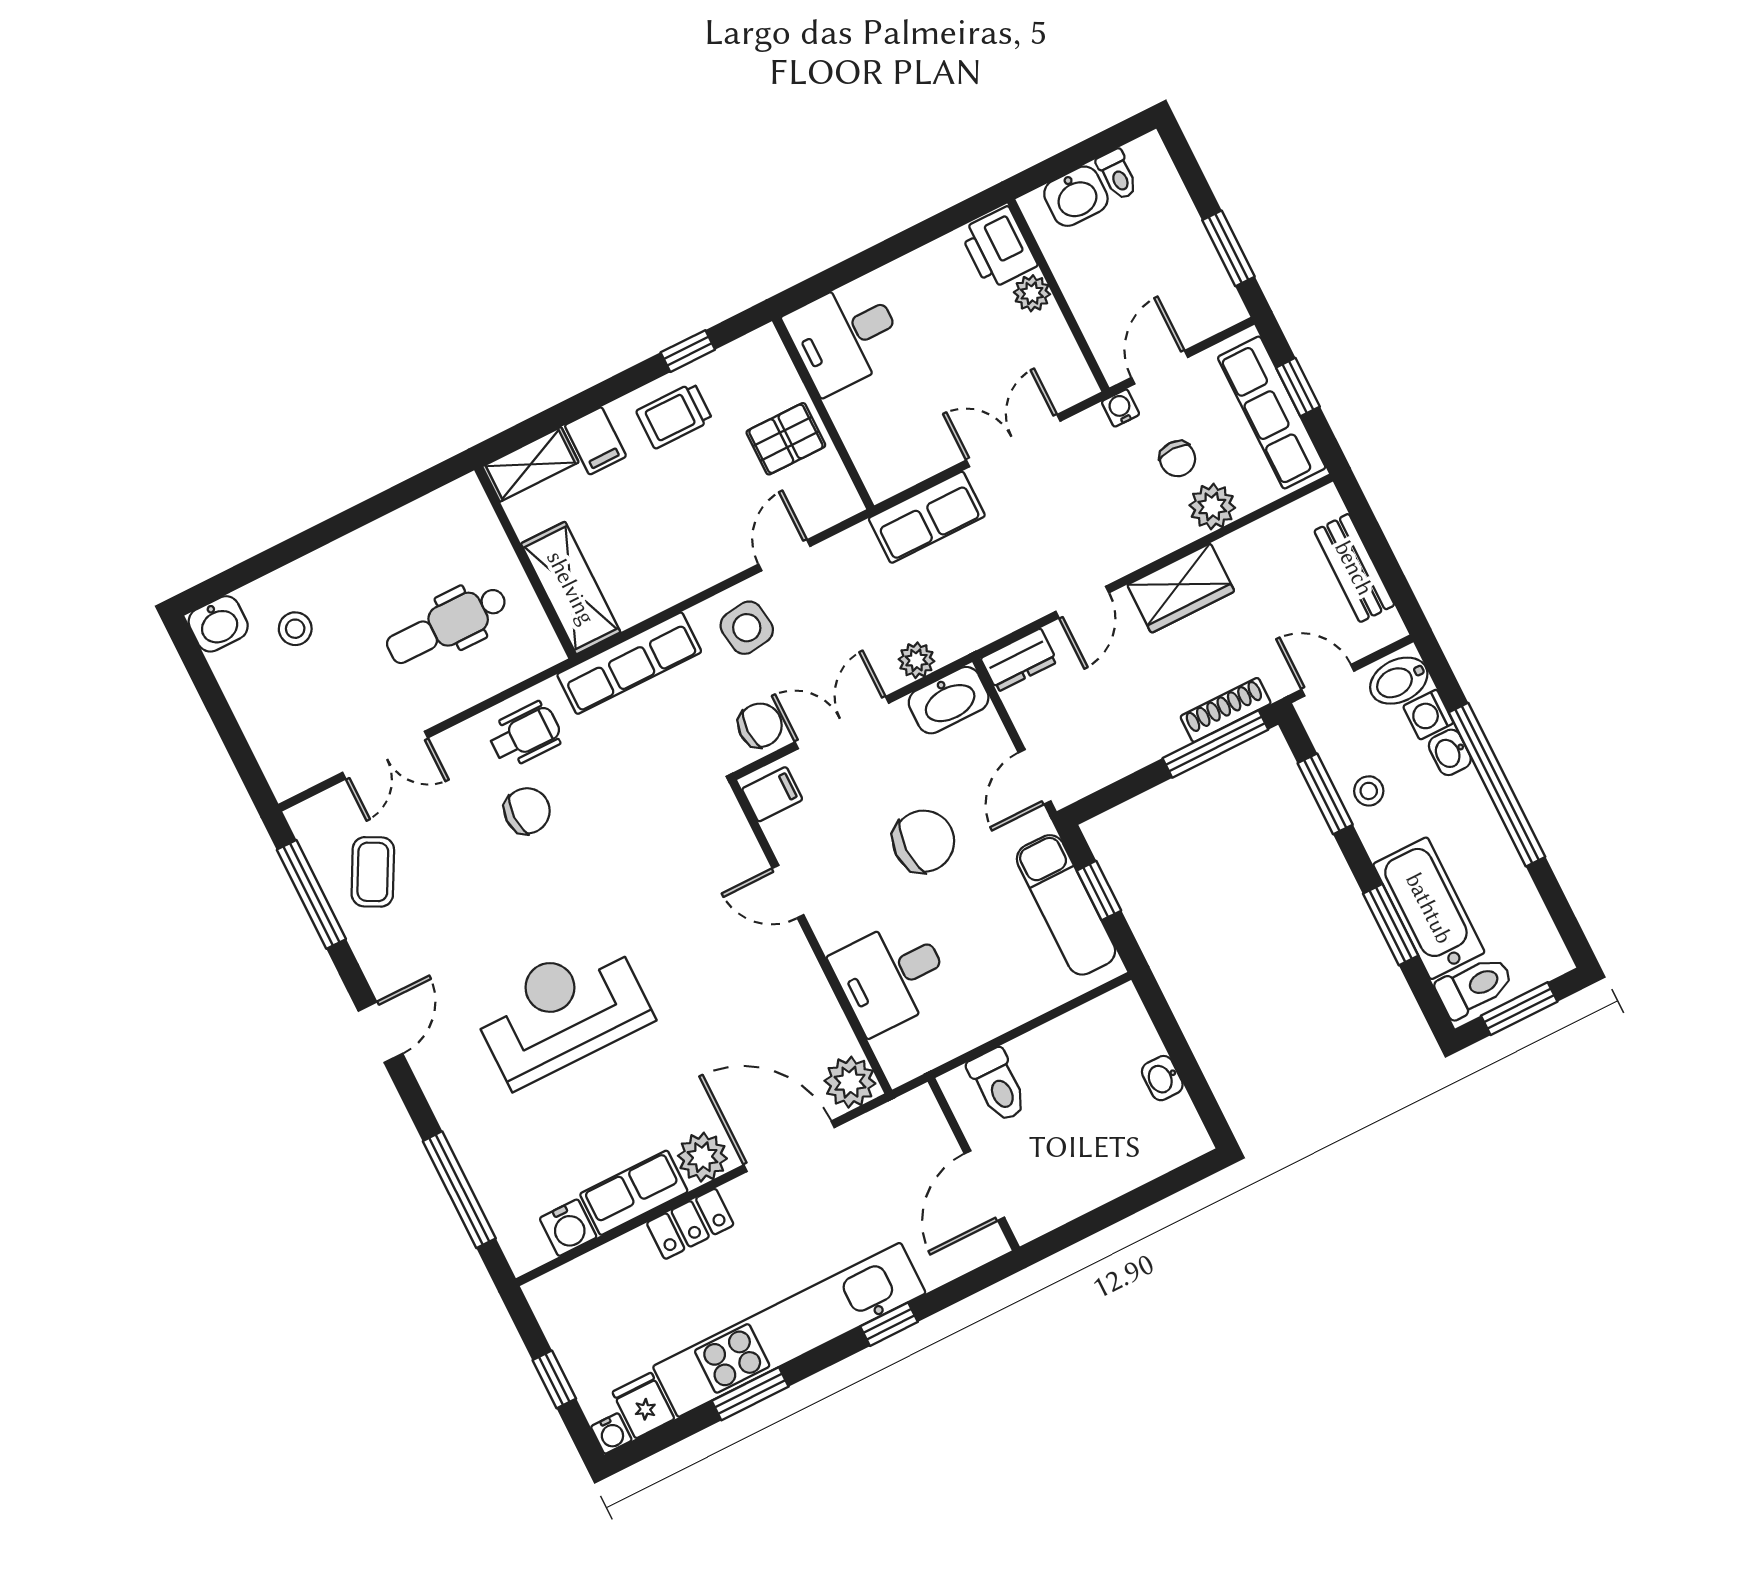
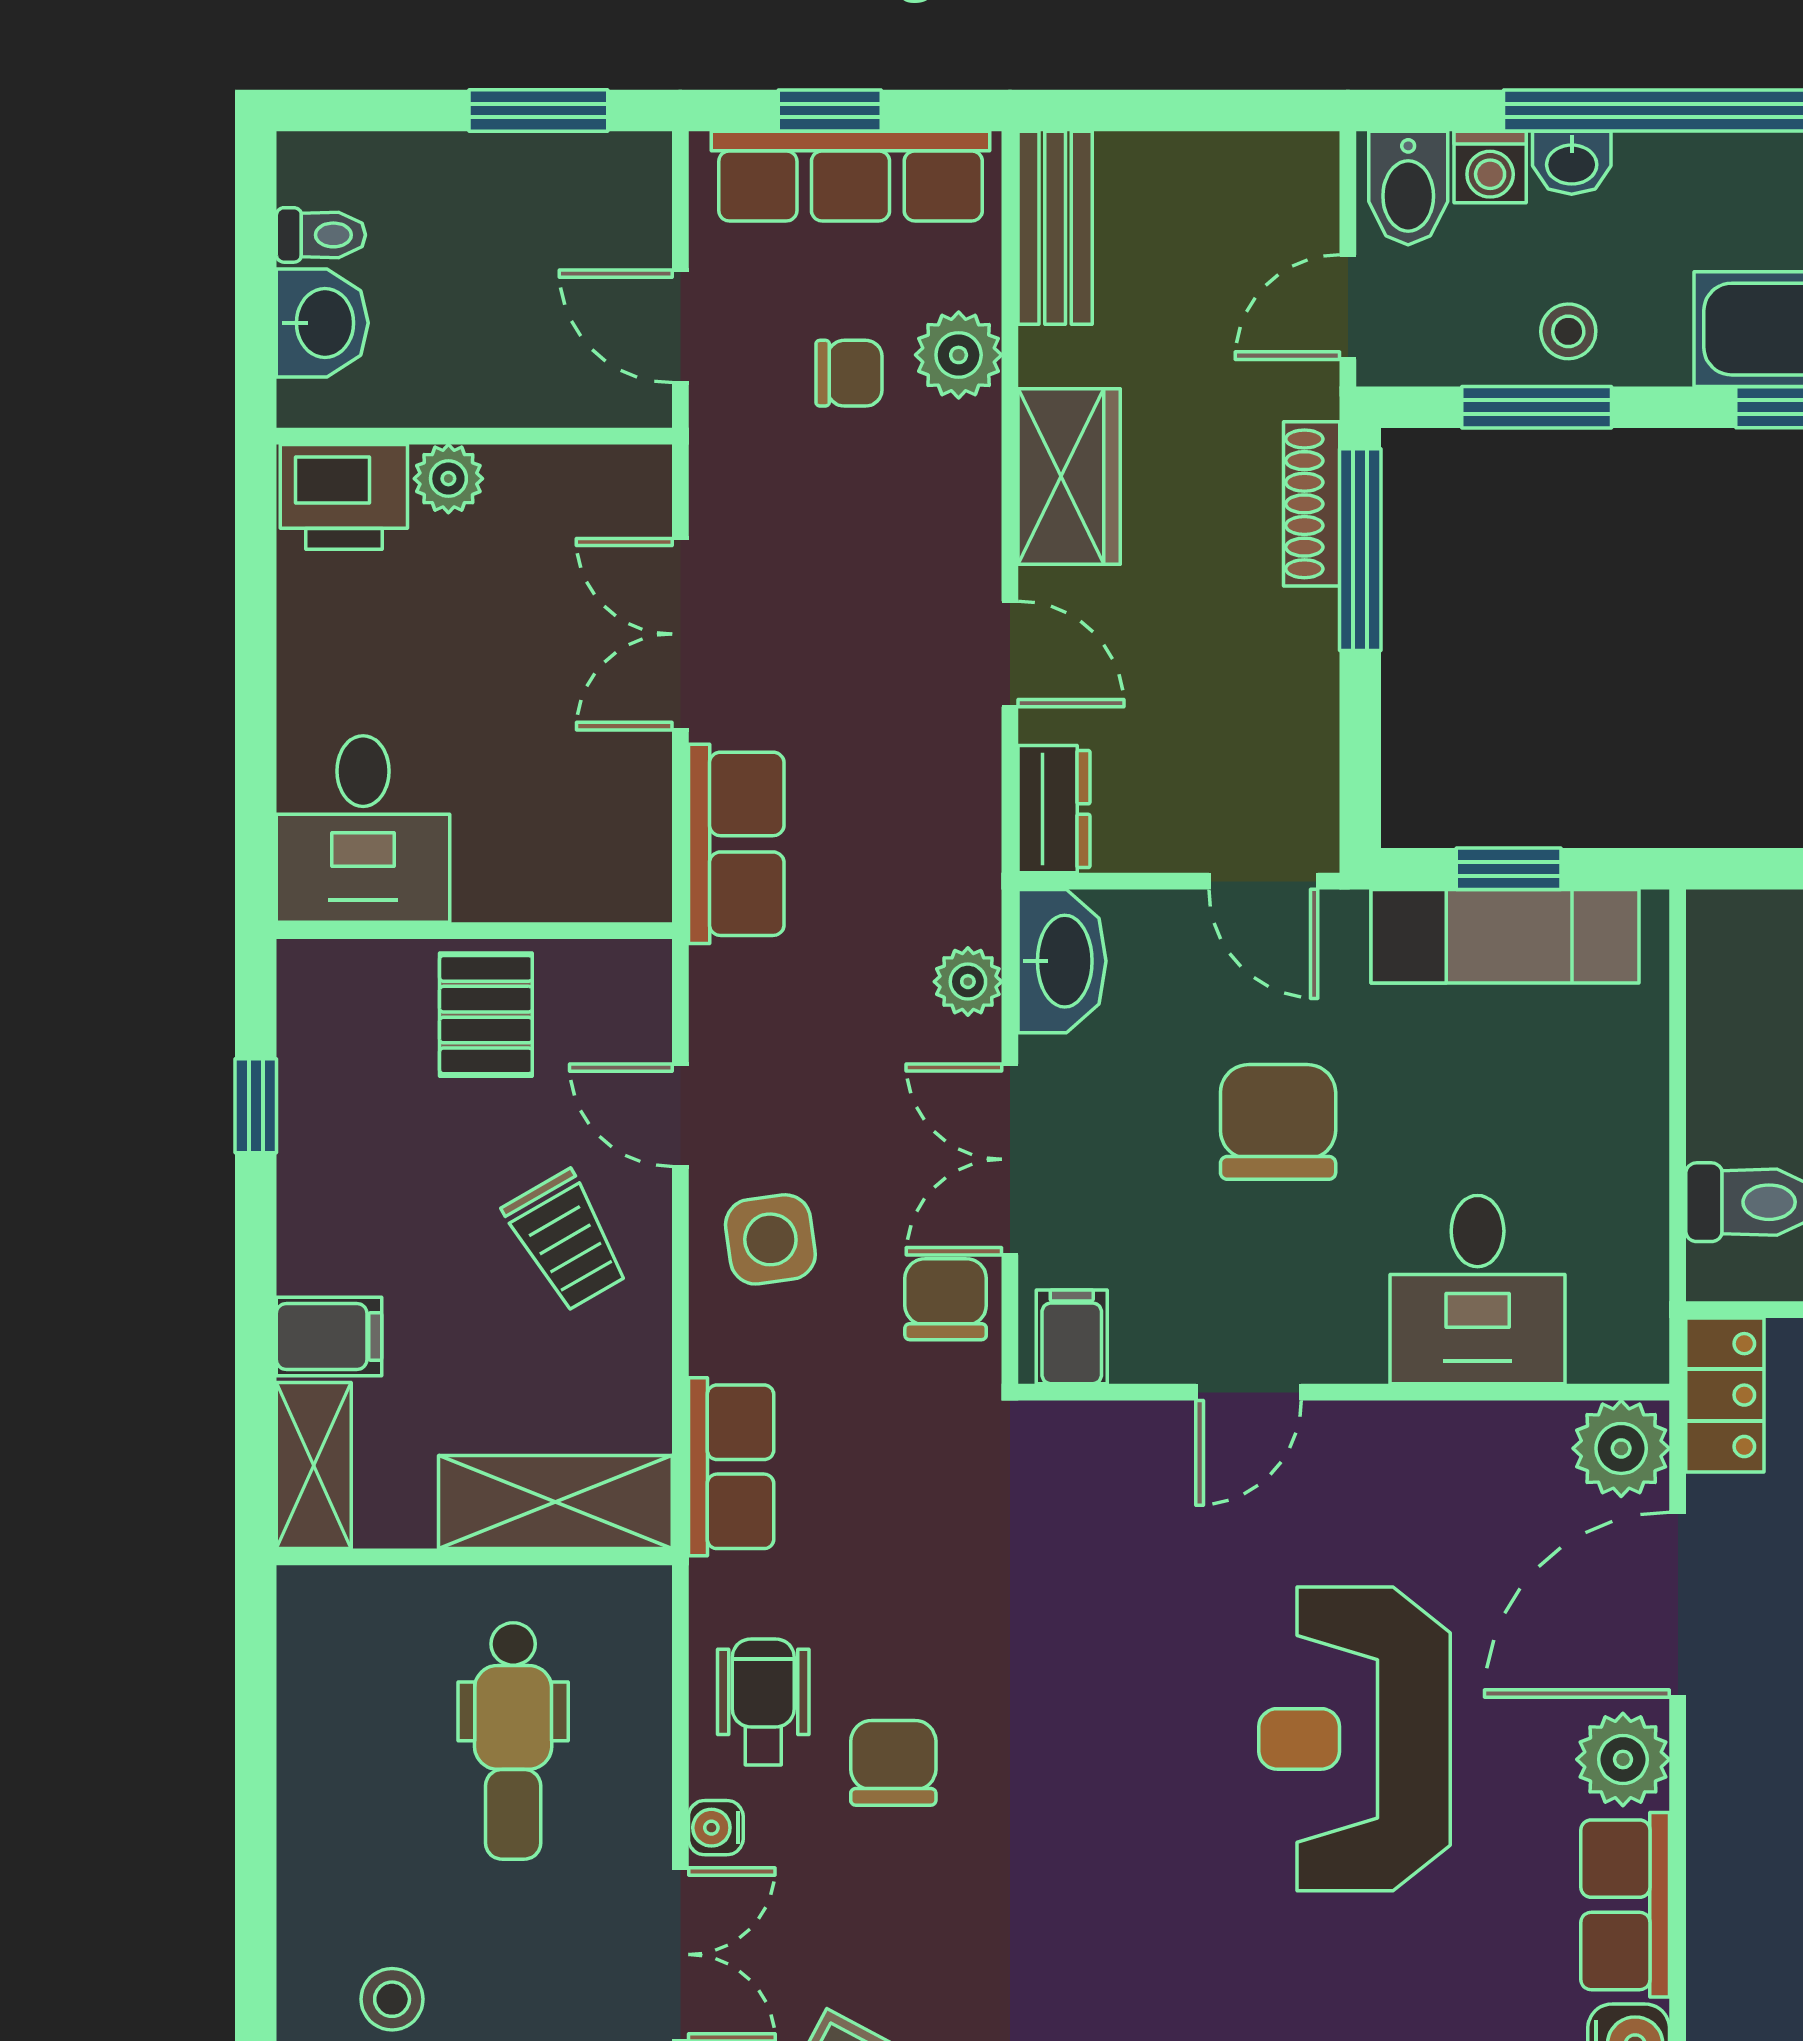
water cooler: (1121, 408) -> (716, 1828), moved
trolley: (674, 416) -> (566, 1241), moved, turned -30
bench: (1354, 568) -> (1055, 228), moved, turned 90
row of seats: (629, 663) -> (731, 1467), width x0.68
reception desk: (562, 1011) -> (1355, 1739), moved
locker: (690, 1224) -> (1725, 1395), moved

